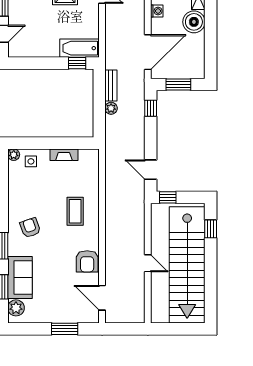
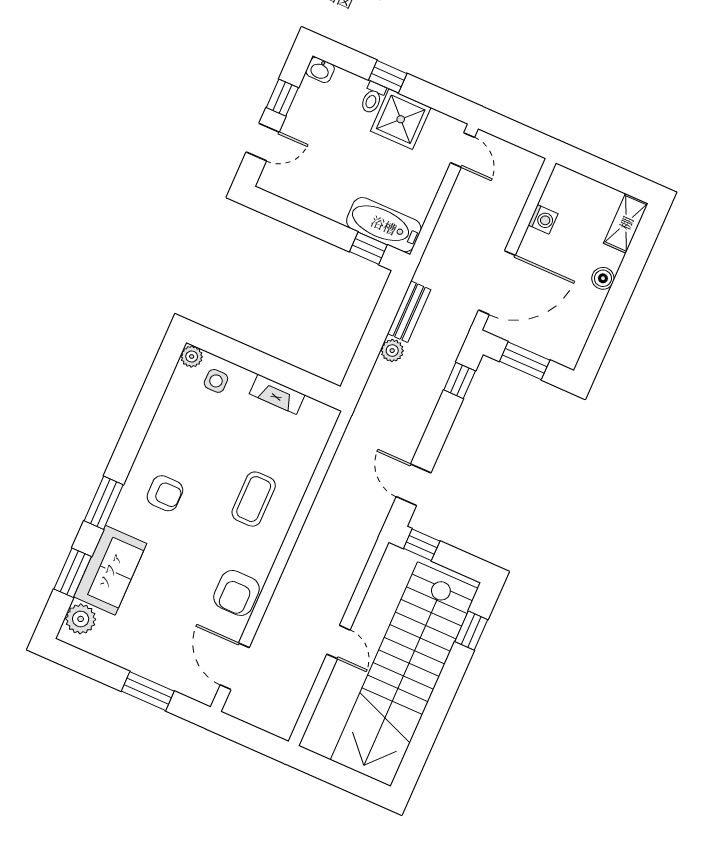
boiler: (194, 22) -> (603, 278), width x0.54, depth x0.54
armchair: (30, 228) -> (165, 493), turned 109

